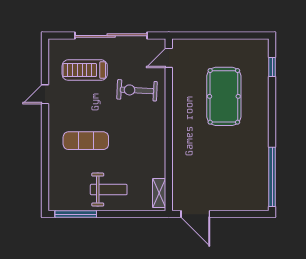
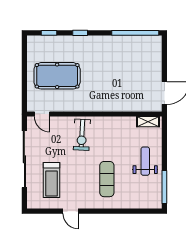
exercise bike: (137, 90) -> (82, 135), moved
pool table: (224, 96) -> (57, 76), moved
window: (272, 107) -> (80, 33), added

